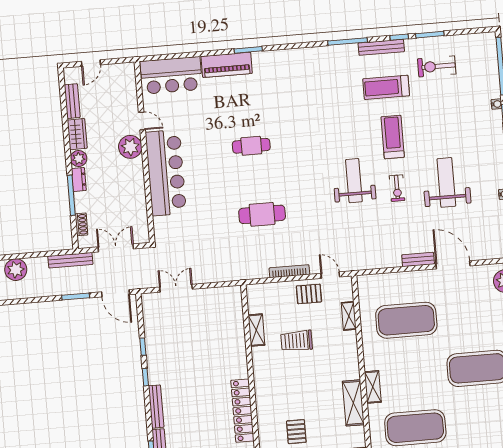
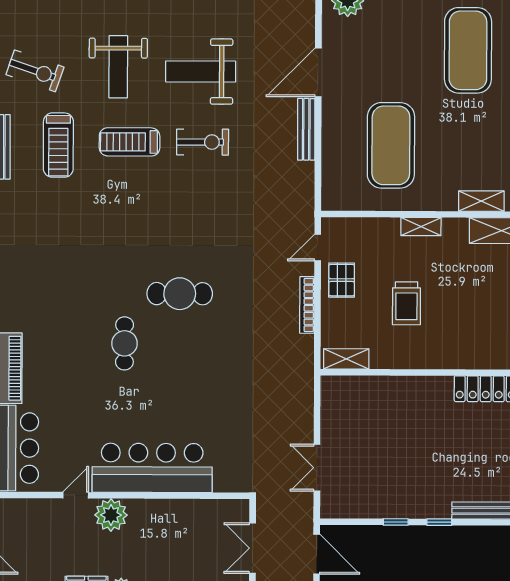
exercise bike: (437, 66) -> (35, 71), turned -71
weight bench: (354, 181) -> (118, 67), moved, turned -90
exercise bike: (397, 188) -> (203, 142), width x1.38, depth x1.39
cafe table: (262, 214) -> (180, 294), moved, turned 90
bench: (418, 259) -> (306, 129), width x1.36
door: (115, 293) -> (317, 554), hinge flipped
shelving: (349, 316) -> (421, 227), moved
shelving: (256, 330) -> (346, 359), moved

